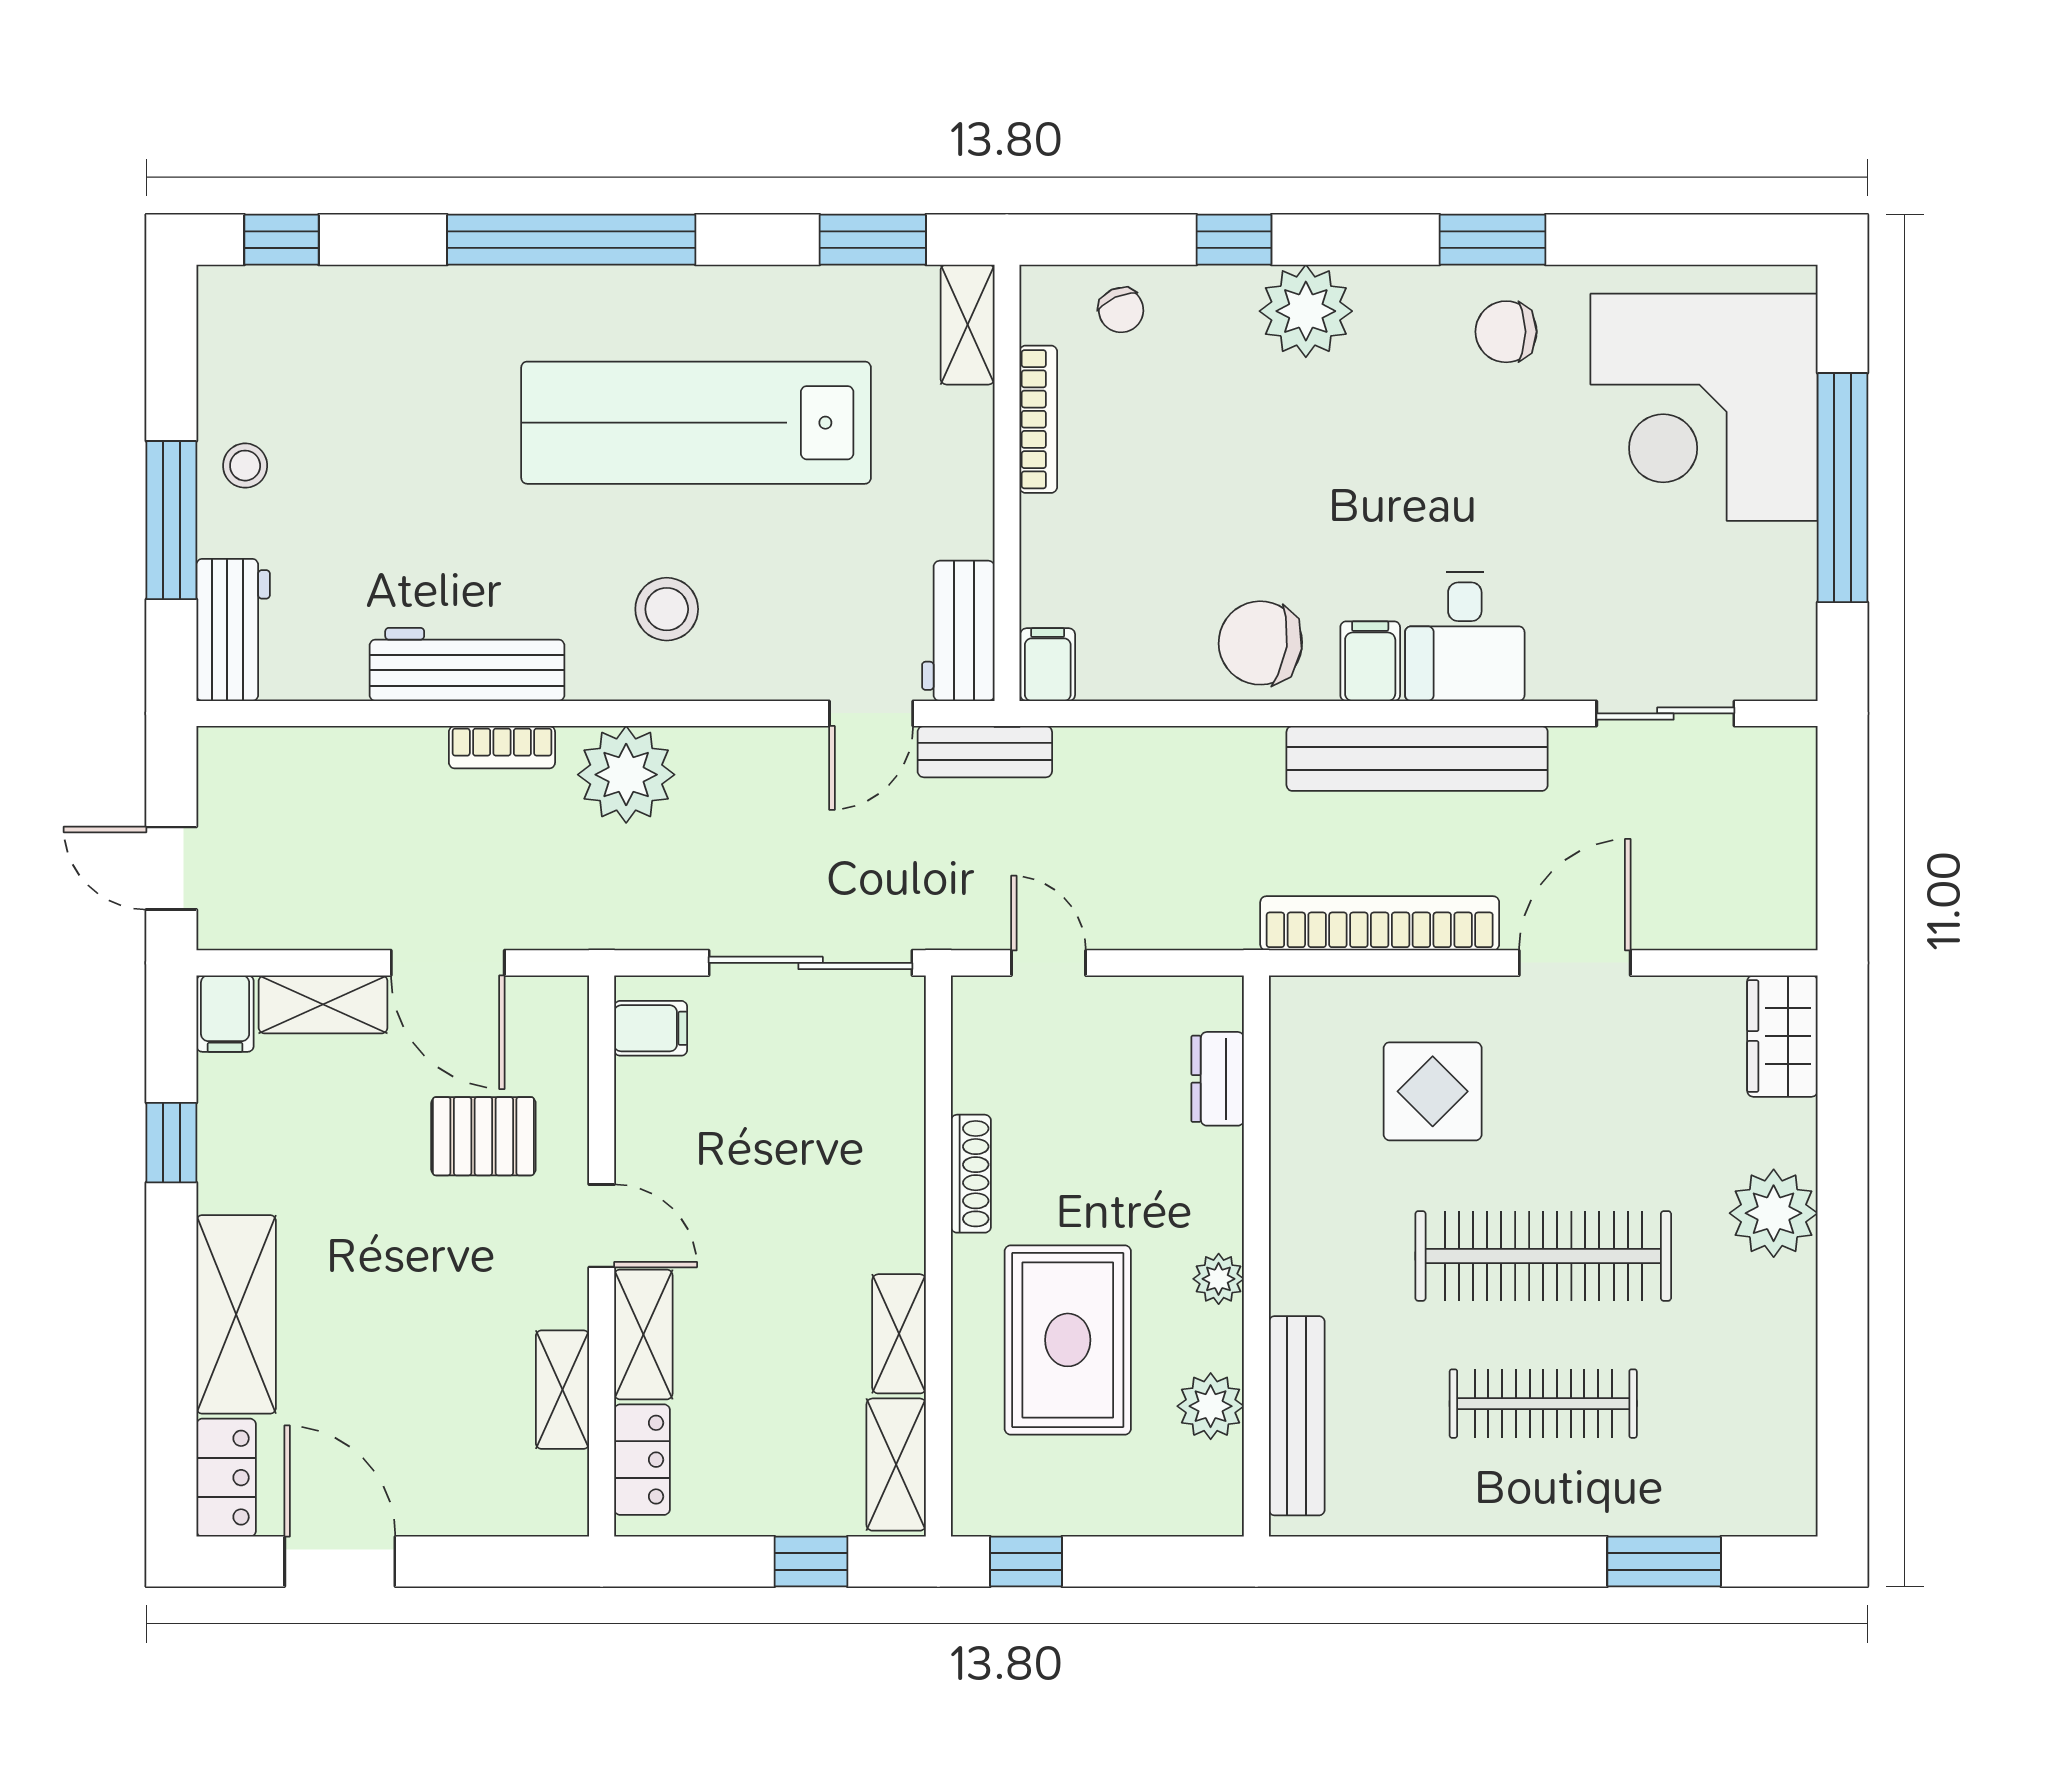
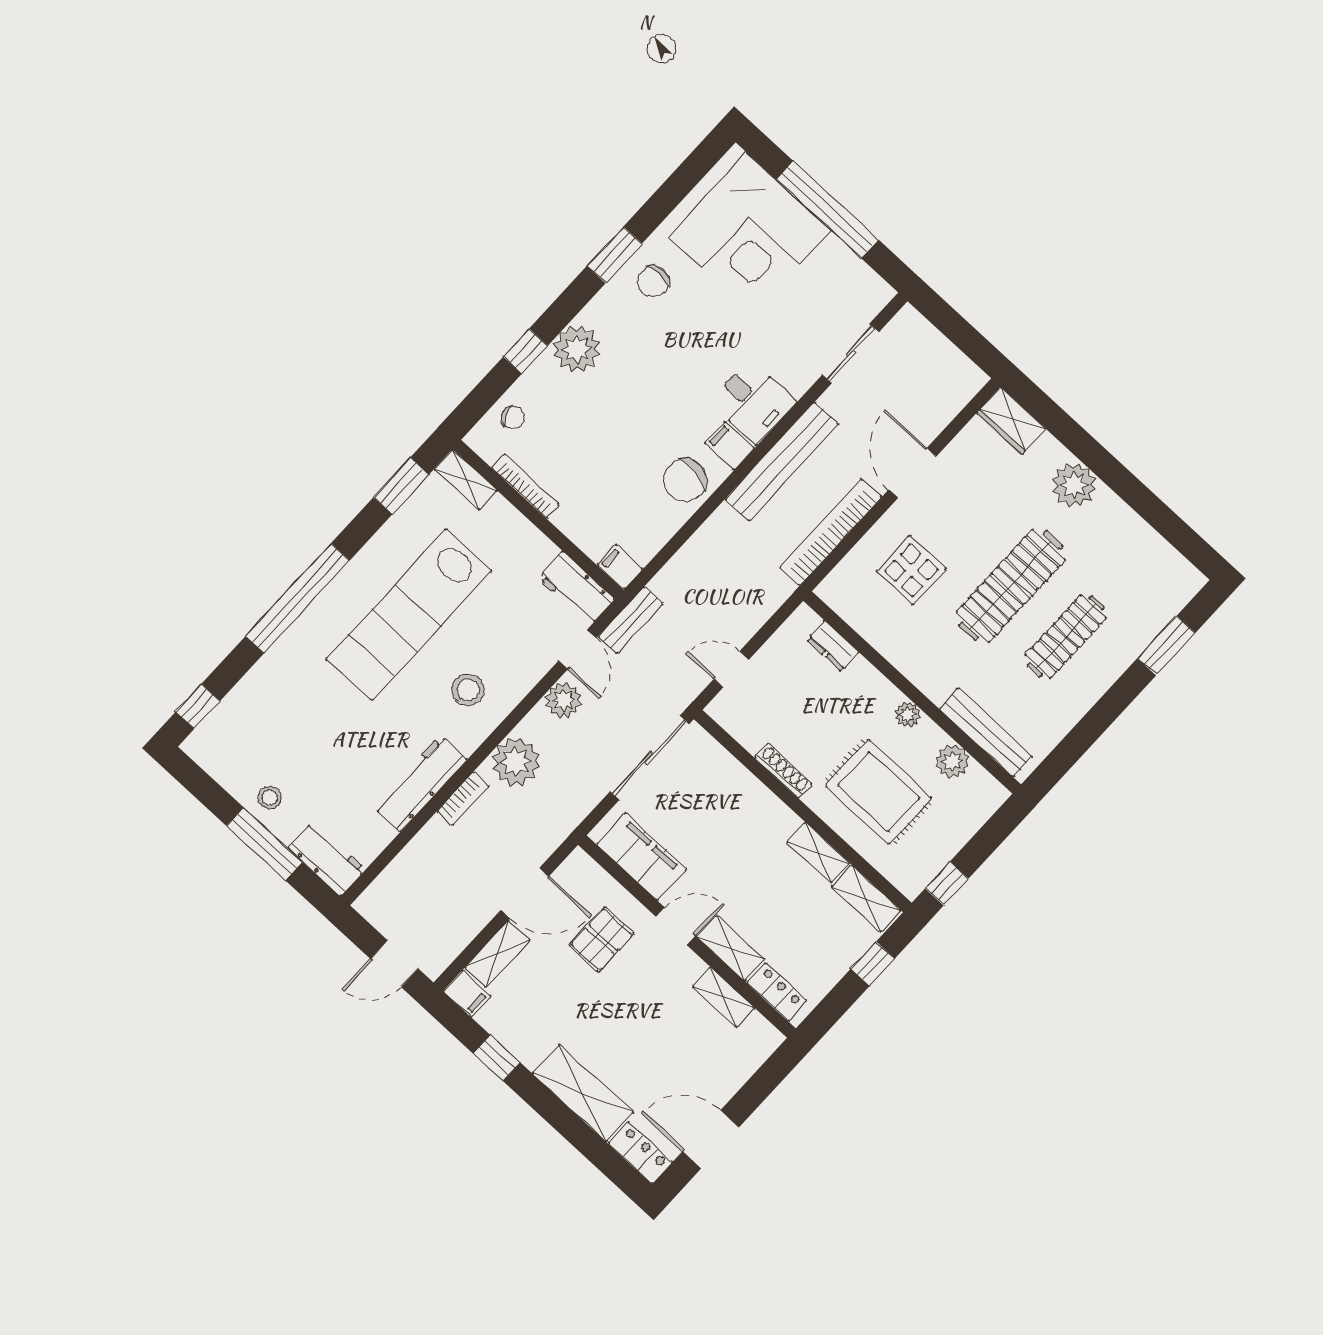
plant: (779, 761) -> (563, 700), added
filing cabinet: (651, 1028) -> (641, 857), width x3.00, depth x1.17

